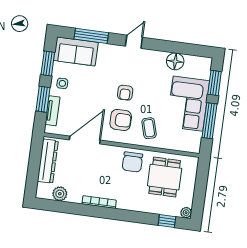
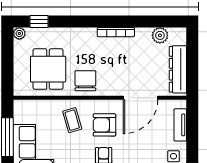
window: (43, 99) -> (192, 136), removed

